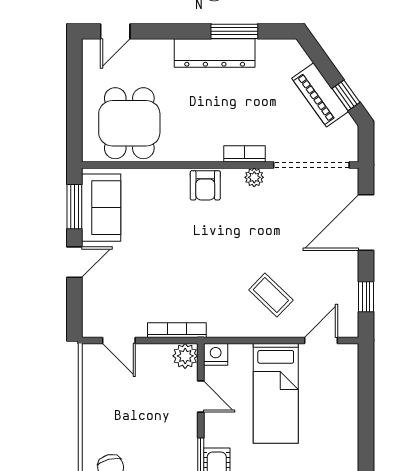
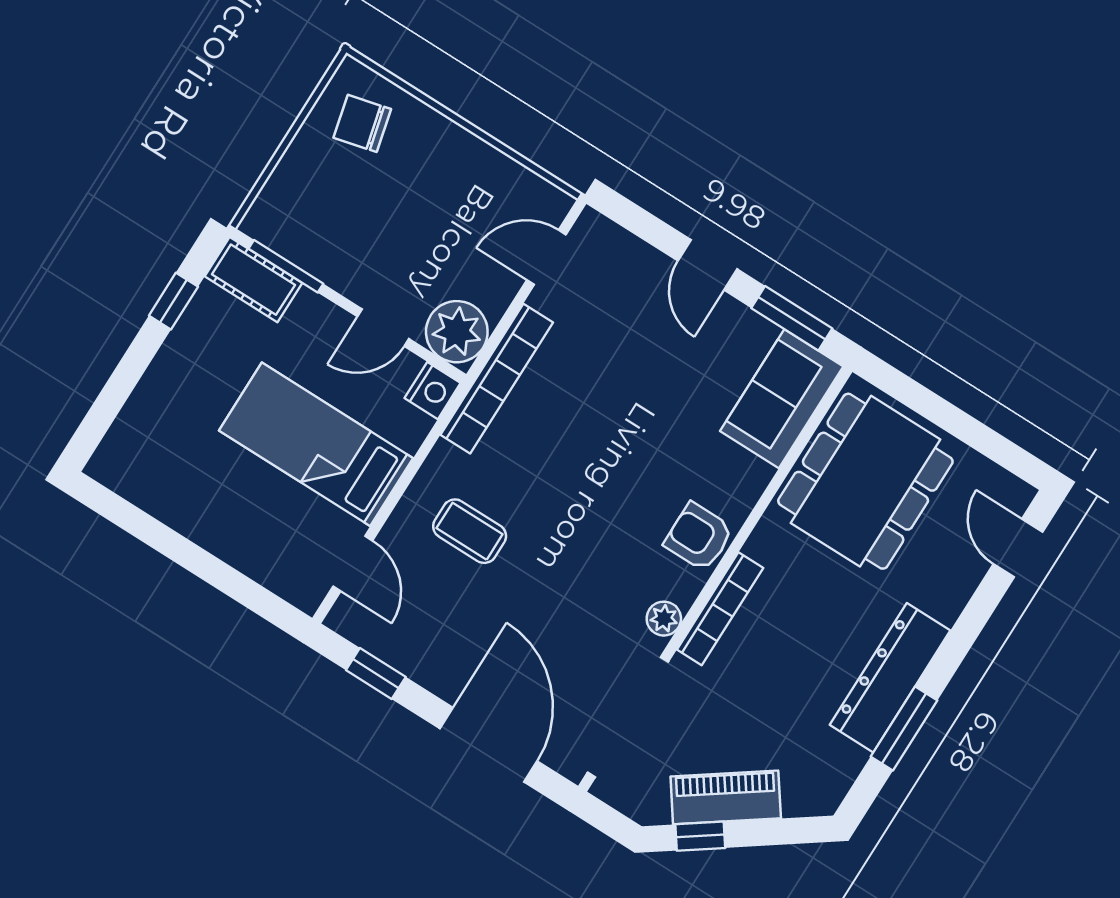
dining table: (129, 123) -> (865, 481), width x1.37
bookcase: (244, 154) -> (720, 609), width x1.56
sofa: (101, 208) -> (782, 399), moved, turned 90
coffee table: (271, 295) -> (470, 531), turned 46
bookcase: (177, 330) -> (497, 379), width x1.48, depth x1.31
plant: (185, 356) -> (457, 332), width x1.36, depth x1.36

